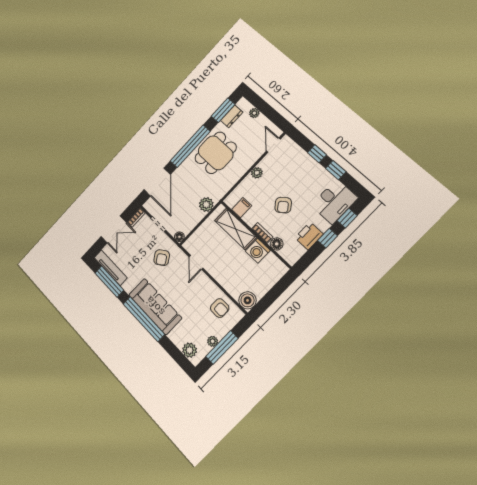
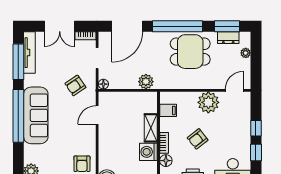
plant: (257, 173) -> (208, 102), width x1.88, depth x1.88
shelving: (236, 229) -> (151, 128), width x0.67, depth x0.75

